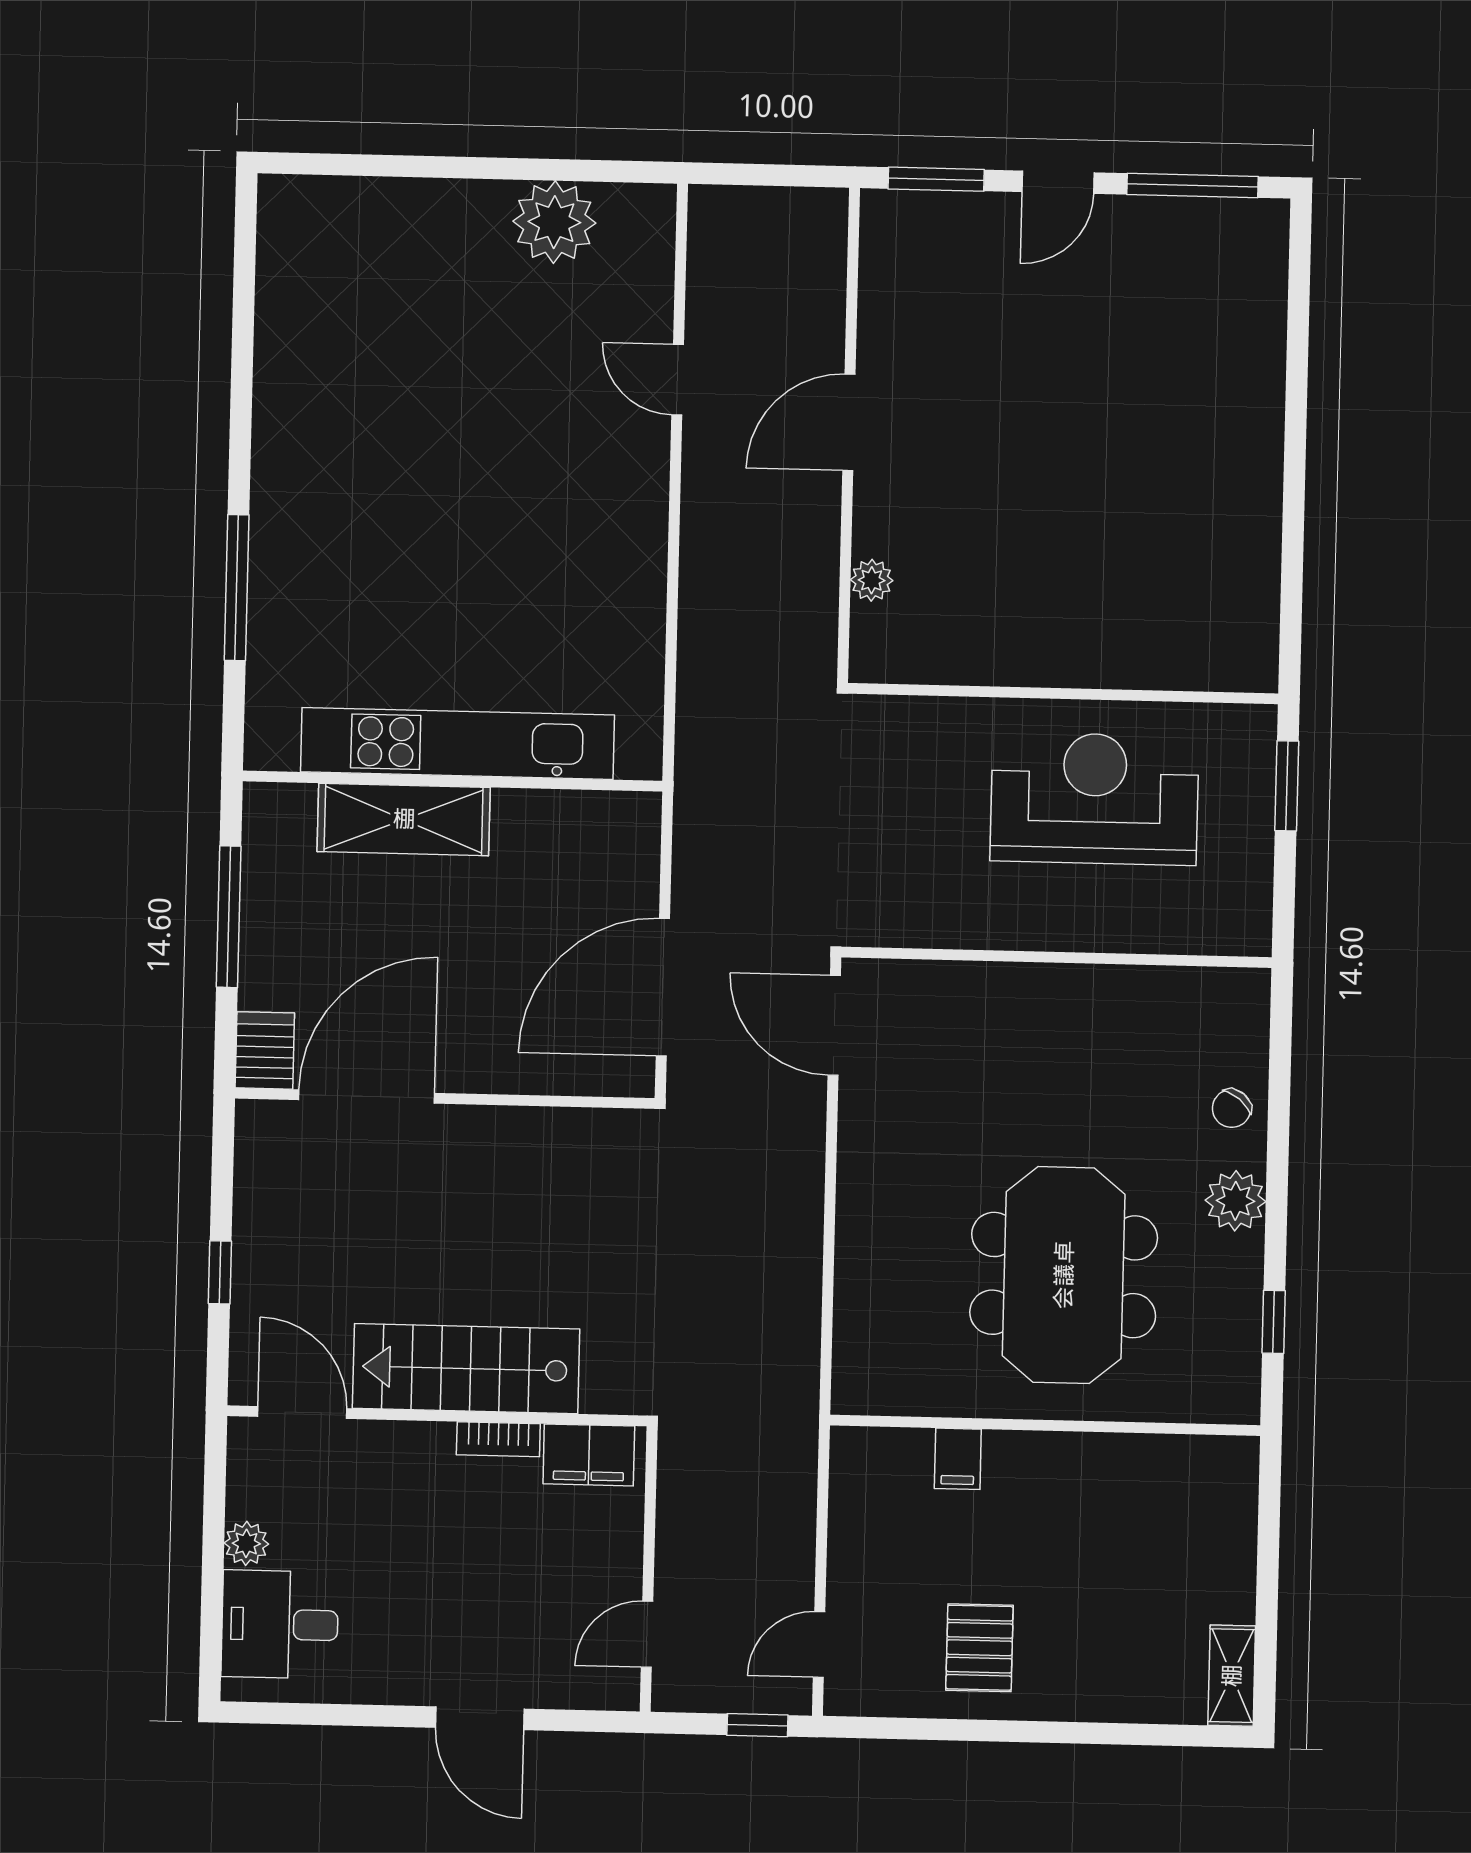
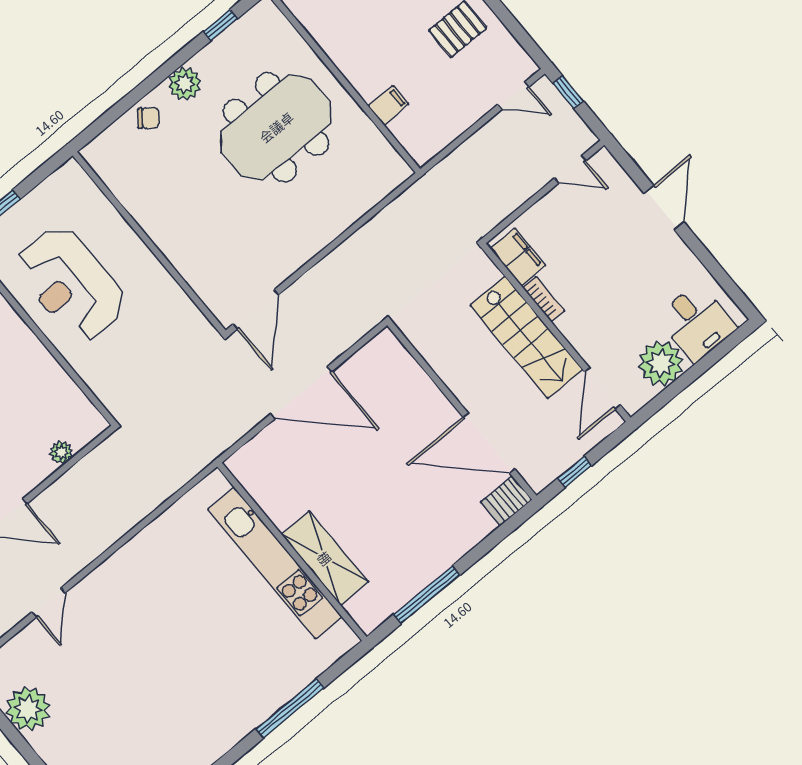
server rack: (265, 1050) -> (506, 501), moved
door: (367, 1096) -> (489, 443), moved
wall: (445, 1098) -> (462, 410), moved
plant: (246, 1543) -> (661, 363), width x1.88, depth x1.88

